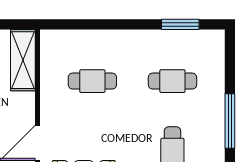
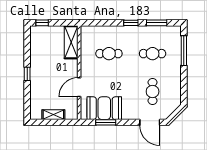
window: (133, 24) -> (131, 23), added
window: (230, 121) -> (184, 51), moved

